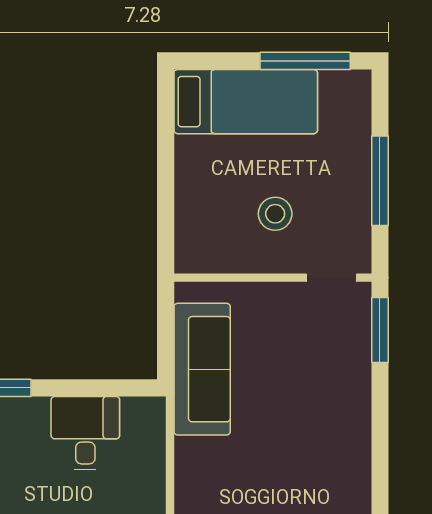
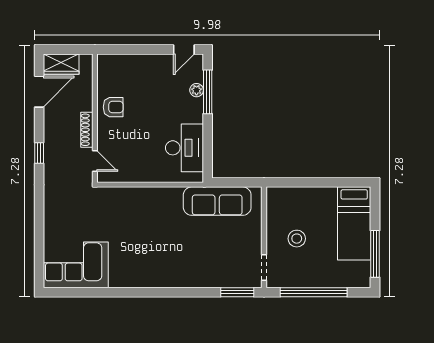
window: (380, 181) -> (314, 292), width x1.46
desk: (85, 433) -> (184, 148), width x1.37

